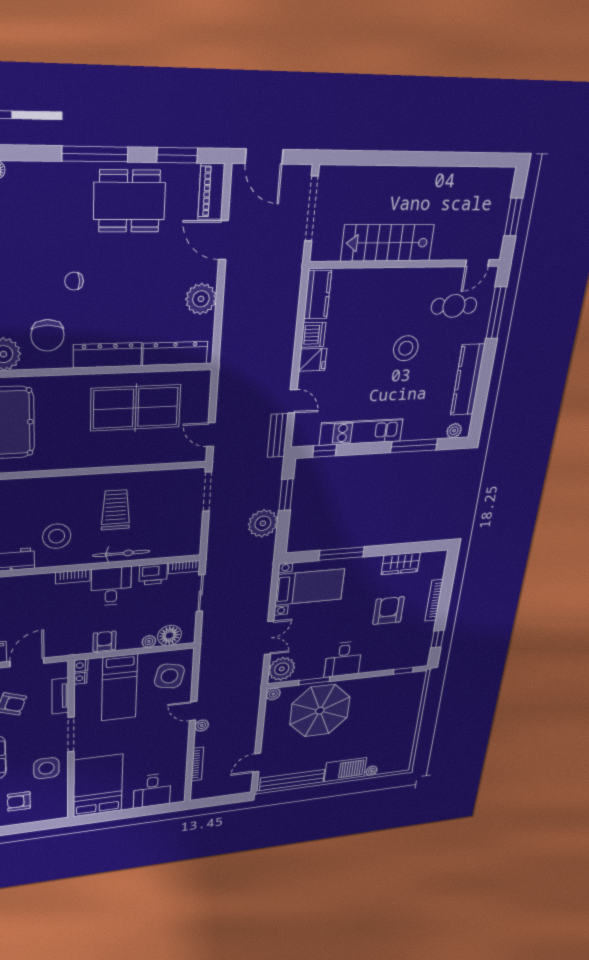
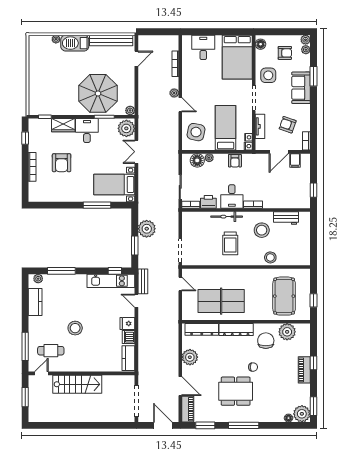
dining table: (129, 201) -> (236, 391), moved
stairs: (387, 243) -> (77, 384), moved
kitchen counter: (468, 380) -> (35, 302), width x0.67
kitchen unit: (361, 432) -> (111, 281), moved
stool: (40, 491) -> (270, 257), added
wardrobe: (401, 563) -> (63, 125), moved, turned 180
floor lamp: (60, 807) -> (261, 44), added

